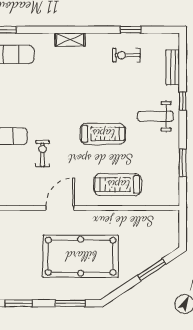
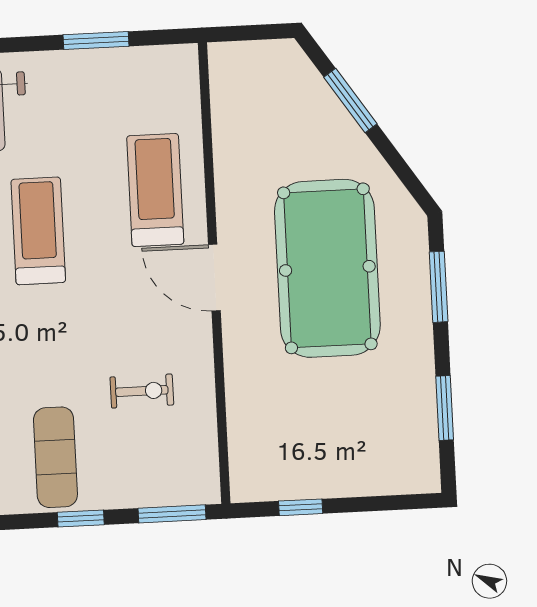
exercise bike: (43, 154) -> (142, 391), moved, turned 180
treadmill: (118, 185) -> (155, 190), turned 180
door: (60, 208) -> (214, 278), moved

